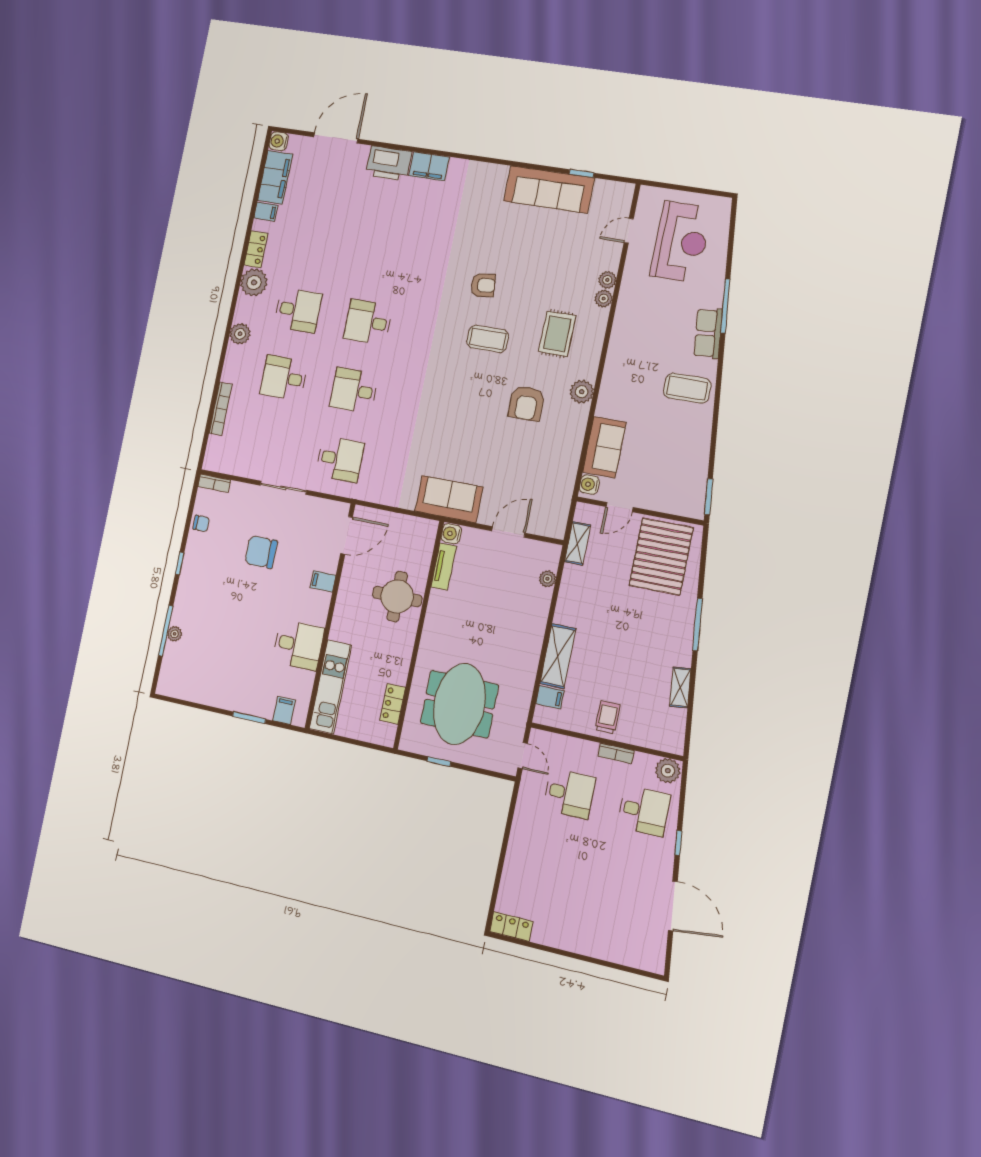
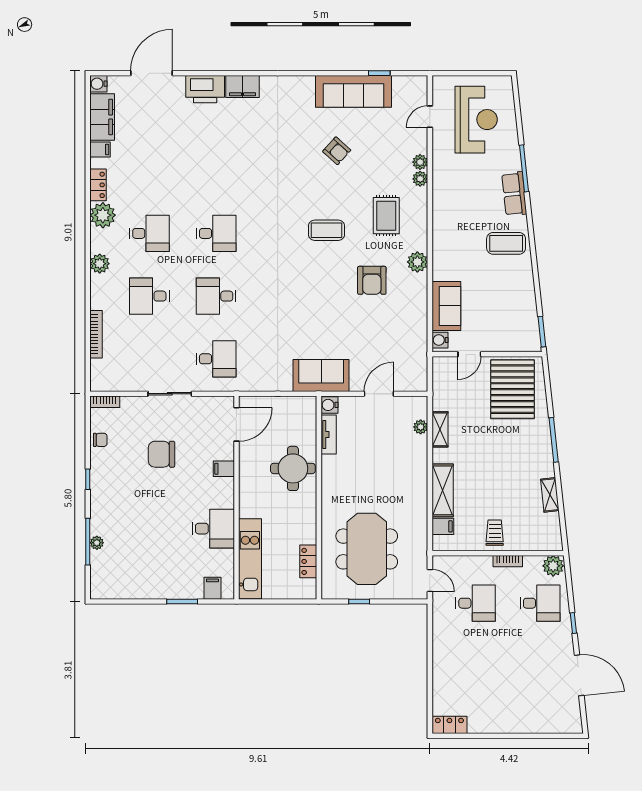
armchair: (483, 285) -> (337, 151), moved, turned 48
desk: (368, 322) -> (216, 233), turned 180
shelving: (577, 543) -> (440, 429), moved

